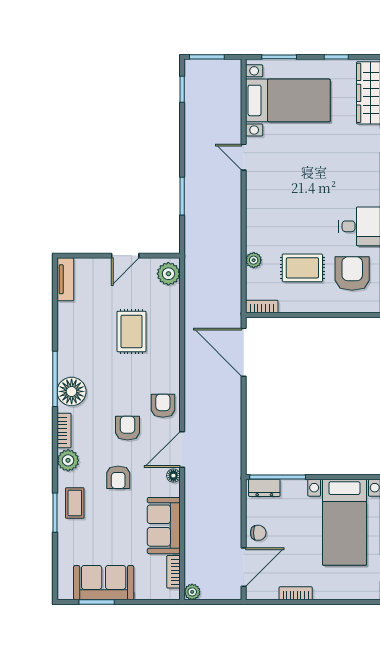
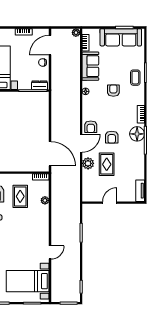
door: (244, 157) -> (50, 252), hinge flipped
rug: (302, 268) -> (20, 196), turned 90
plant: (168, 274) -> (88, 163), moved
armchair: (128, 428) -> (112, 137), moved
door: (182, 449) -> (81, 143), moved
plant: (68, 460) -> (139, 99), removed
sofa: (104, 583) -> (121, 37), width x1.36

